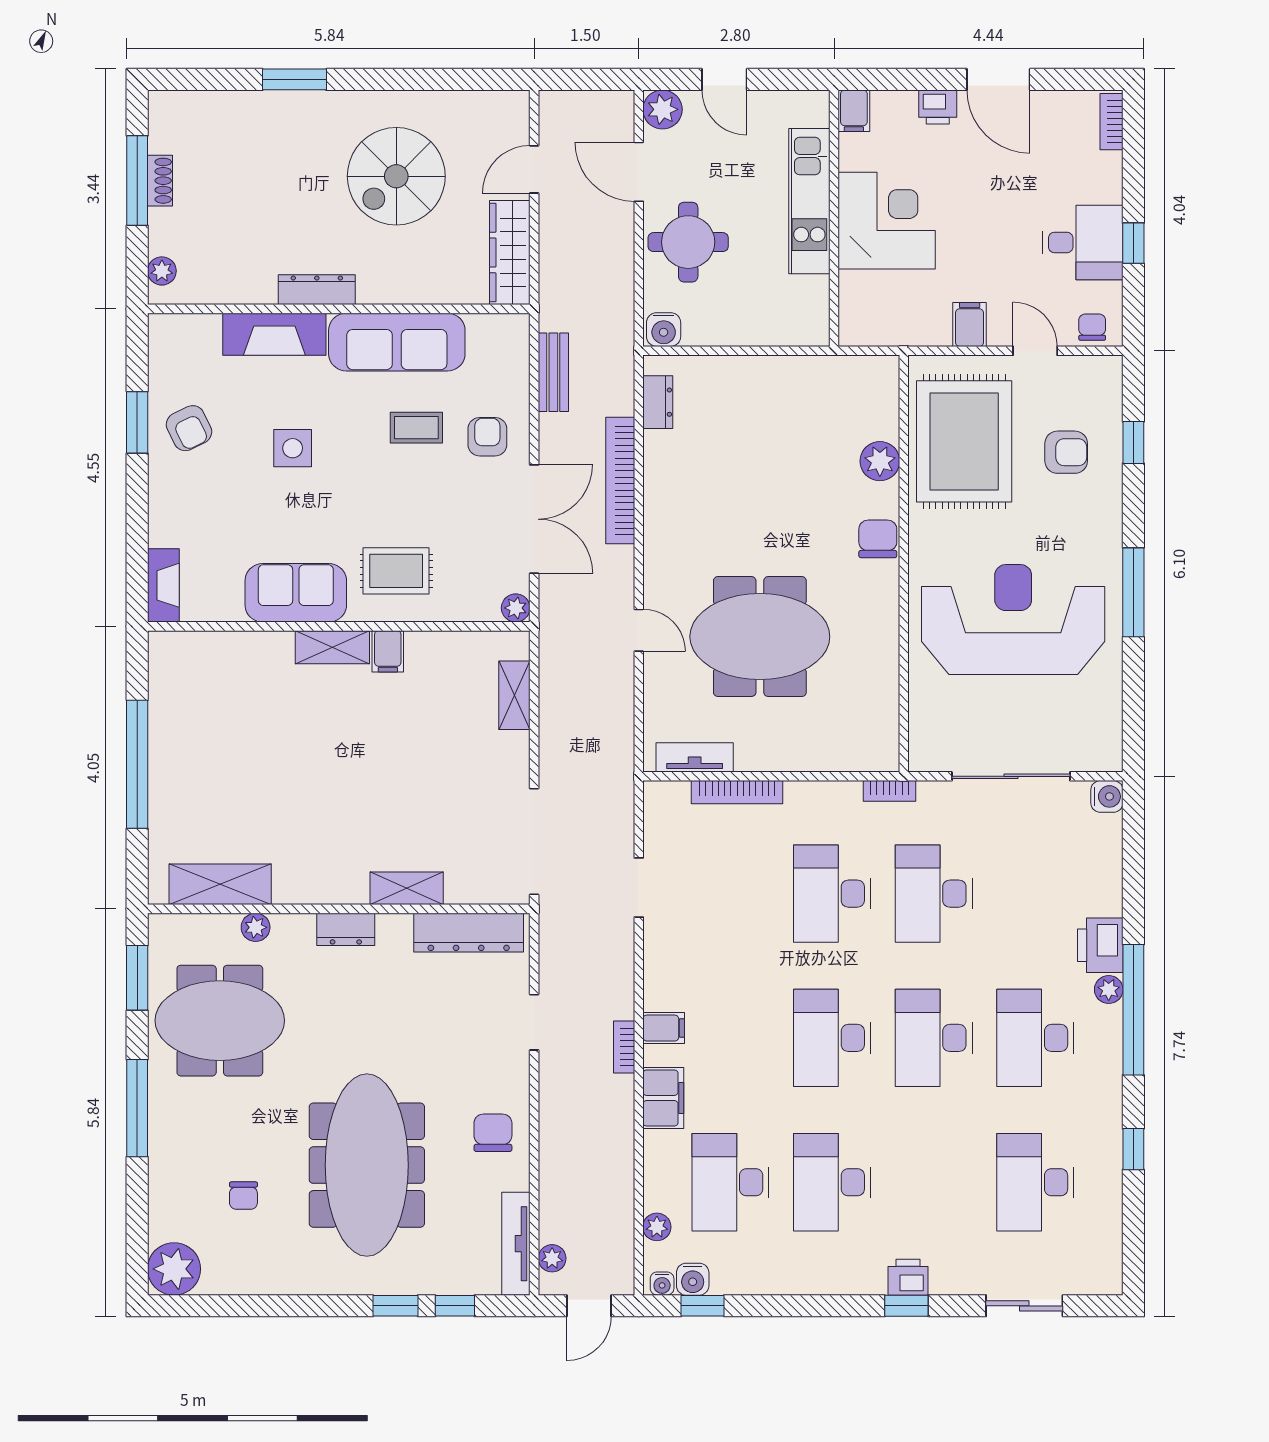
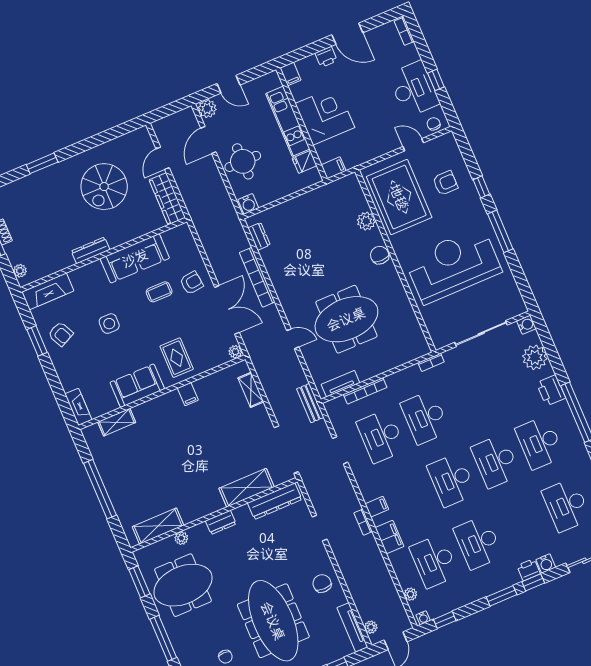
door: (639, 172) -> (208, 140), hinge flipped
desk: (1083, 242) -> (414, 89), width x1.37
fridge: (809, 294) -> (305, 162), added
filing cabinet: (970, 325) -> (334, 168), moved, turned 90
fireplace: (274, 334) -> (48, 291), moved
bench: (553, 372) -> (310, 403), moved
armchair: (487, 437) -> (192, 283), turned 83
window: (1133, 442) -> (481, 187), moved
rug: (396, 571) -> (177, 358), turned 90
shelving: (332, 647) -> (117, 422), moved
shelving: (407, 888) -> (247, 488), width x1.50, depth x1.33
desk: (934, 894) -> (381, 436), moved
plant: (1109, 990) -> (535, 357), moved, width x1.88, depth x1.88
water cooler: (693, 1279) -> (546, 563), moved
window: (834, 1306) -> (502, 596), added

